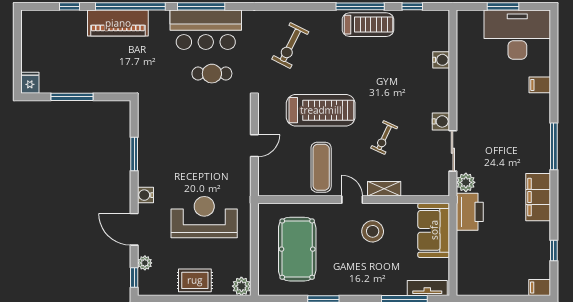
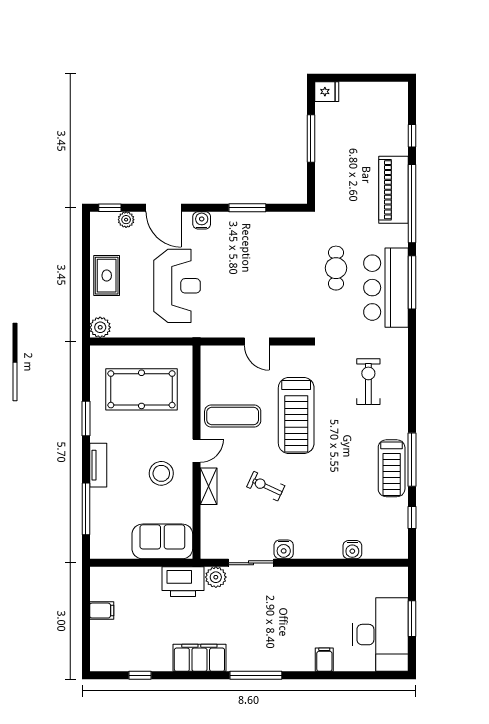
exercise bike: (290, 45) -> (368, 382), turned 63
cafe table: (212, 74) -> (336, 268), moved
door: (134, 229) -> (164, 208), swing flipped
filing cabinet: (540, 287) -> (102, 611), moved, turned 90
tv unit: (427, 288) -> (98, 465), moved

